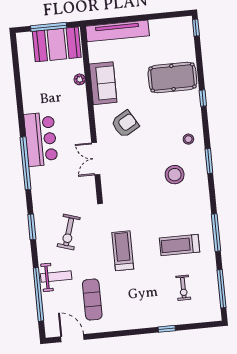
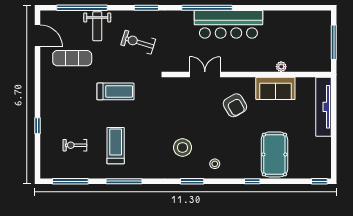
booth: (57, 44) -> (316, 48), removed
bar counter: (41, 139) -> (228, 24), width x1.36
door: (72, 338) -> (38, 36), hinge flipped

